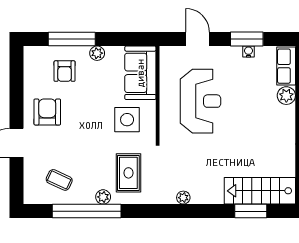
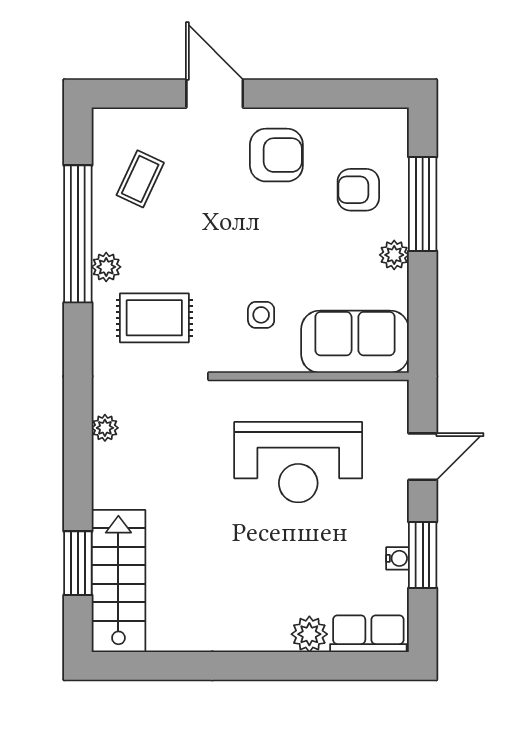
side table: (127, 120) -> (261, 315), width x0.54, depth x0.54

